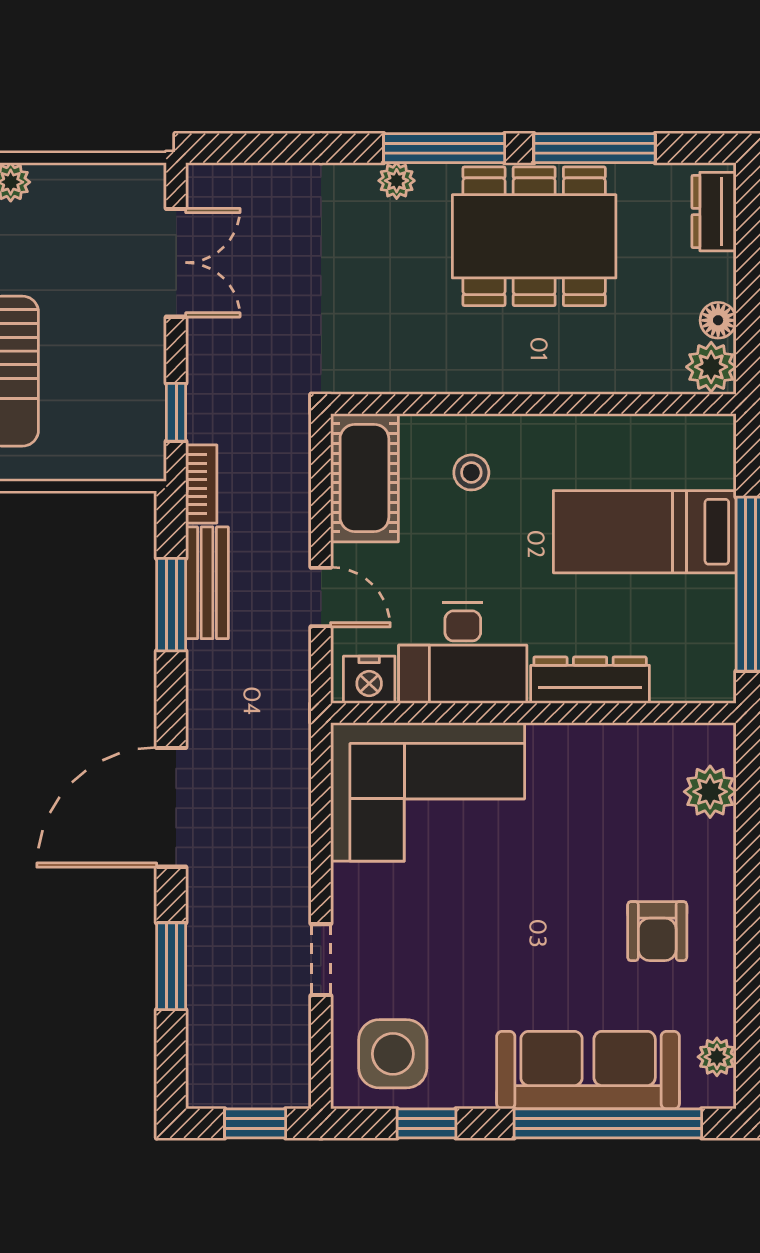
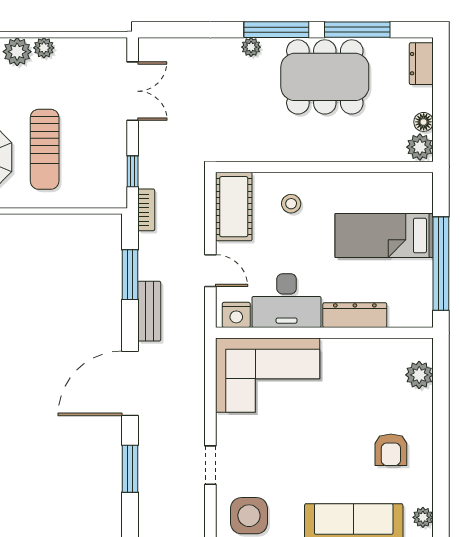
bench: (207, 583) -> (149, 311), moved

